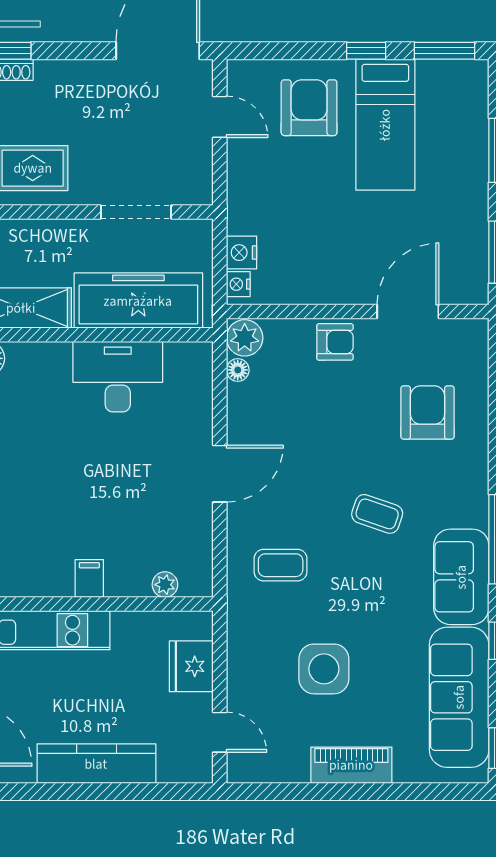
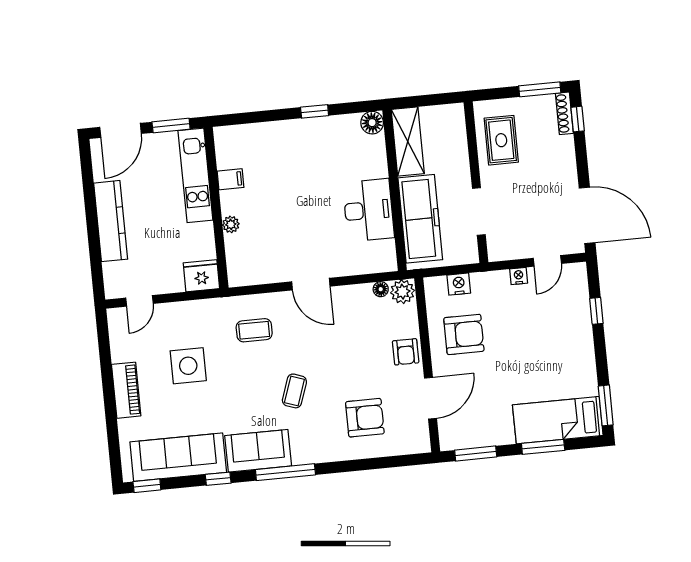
window: (366, 51) -> (596, 311), moved
armchair: (309, 108) -> (464, 334), moved
bed: (385, 125) -> (558, 420), moved
nightstand: (238, 284) -> (519, 276), moved
door: (408, 312) -> (430, 398), hinge flipped
coffee table: (281, 565) -> (254, 330), turned 90
filing cabinet: (89, 578) -> (230, 179), moved
plant: (165, 585) -> (231, 224), moved
fridge: (191, 666) -> (201, 276), moved

